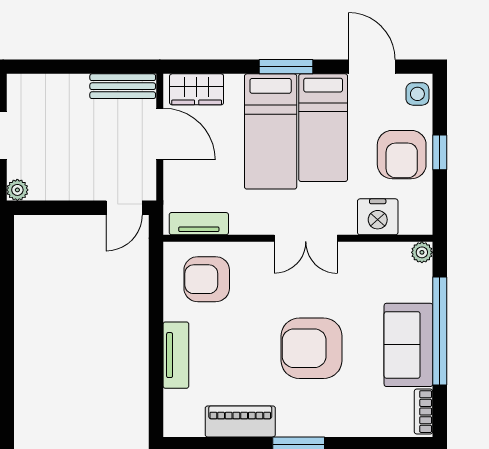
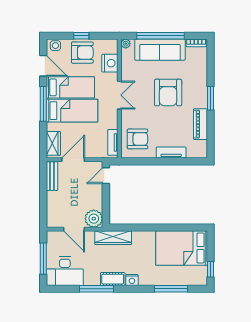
window: (286, 67) -> (43, 104), width x1.44
door: (372, 67) -> (43, 66), swing flipped
plant: (17, 190) -> (94, 219), width x1.87, depth x1.87
door: (124, 208) -> (106, 176), swing flipped
armchair: (207, 279) -> (137, 139), turned -90
sofa: (408, 345) -> (160, 50), width x1.36

